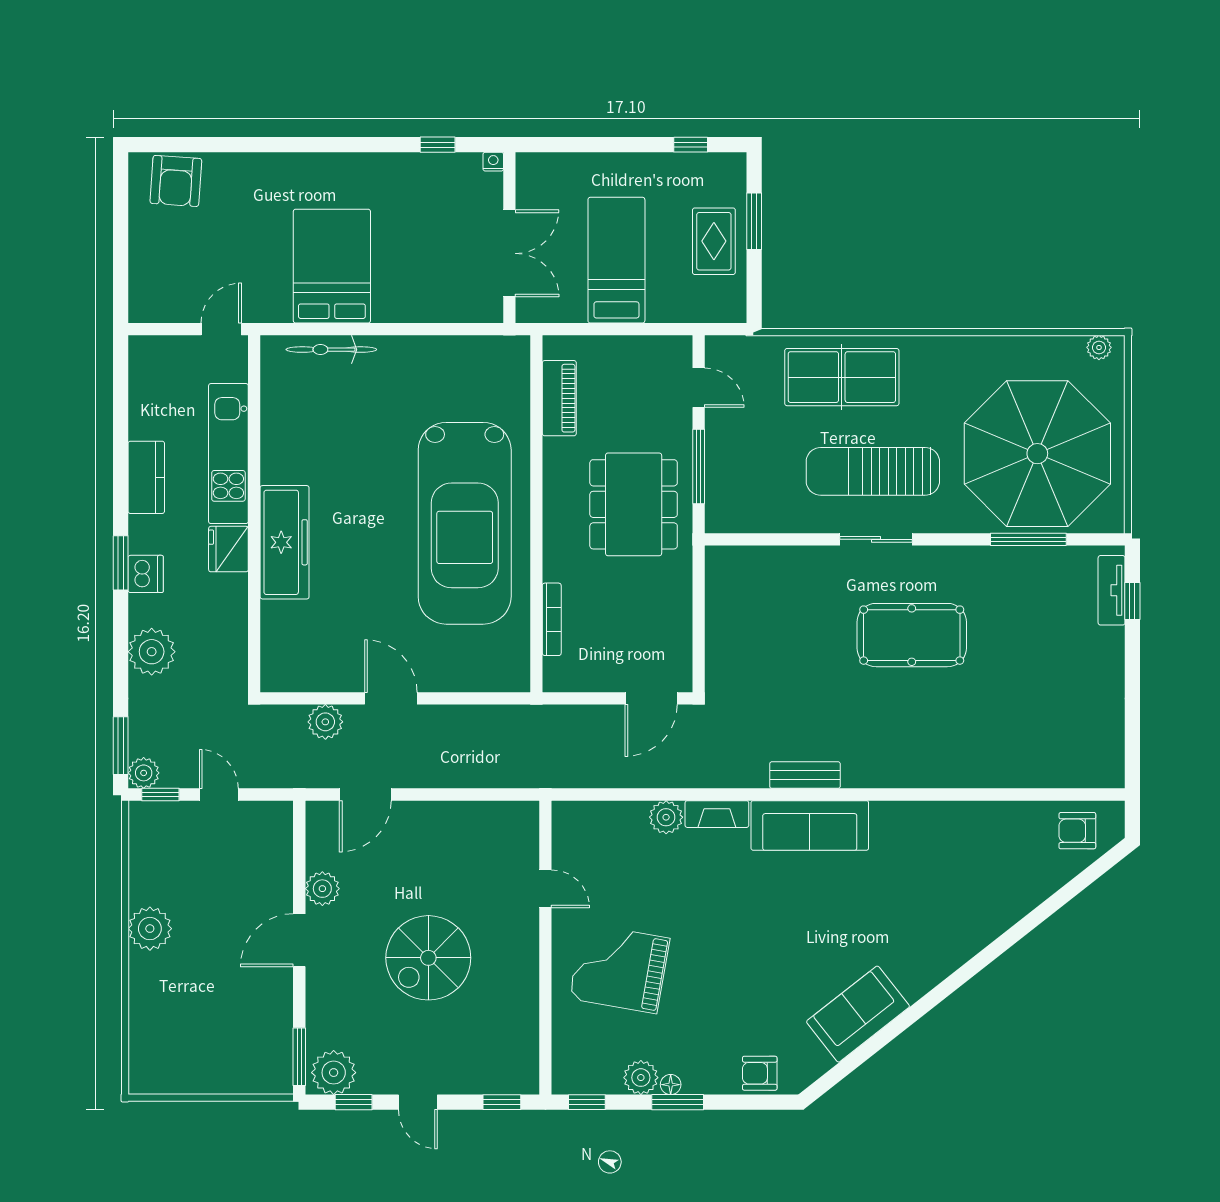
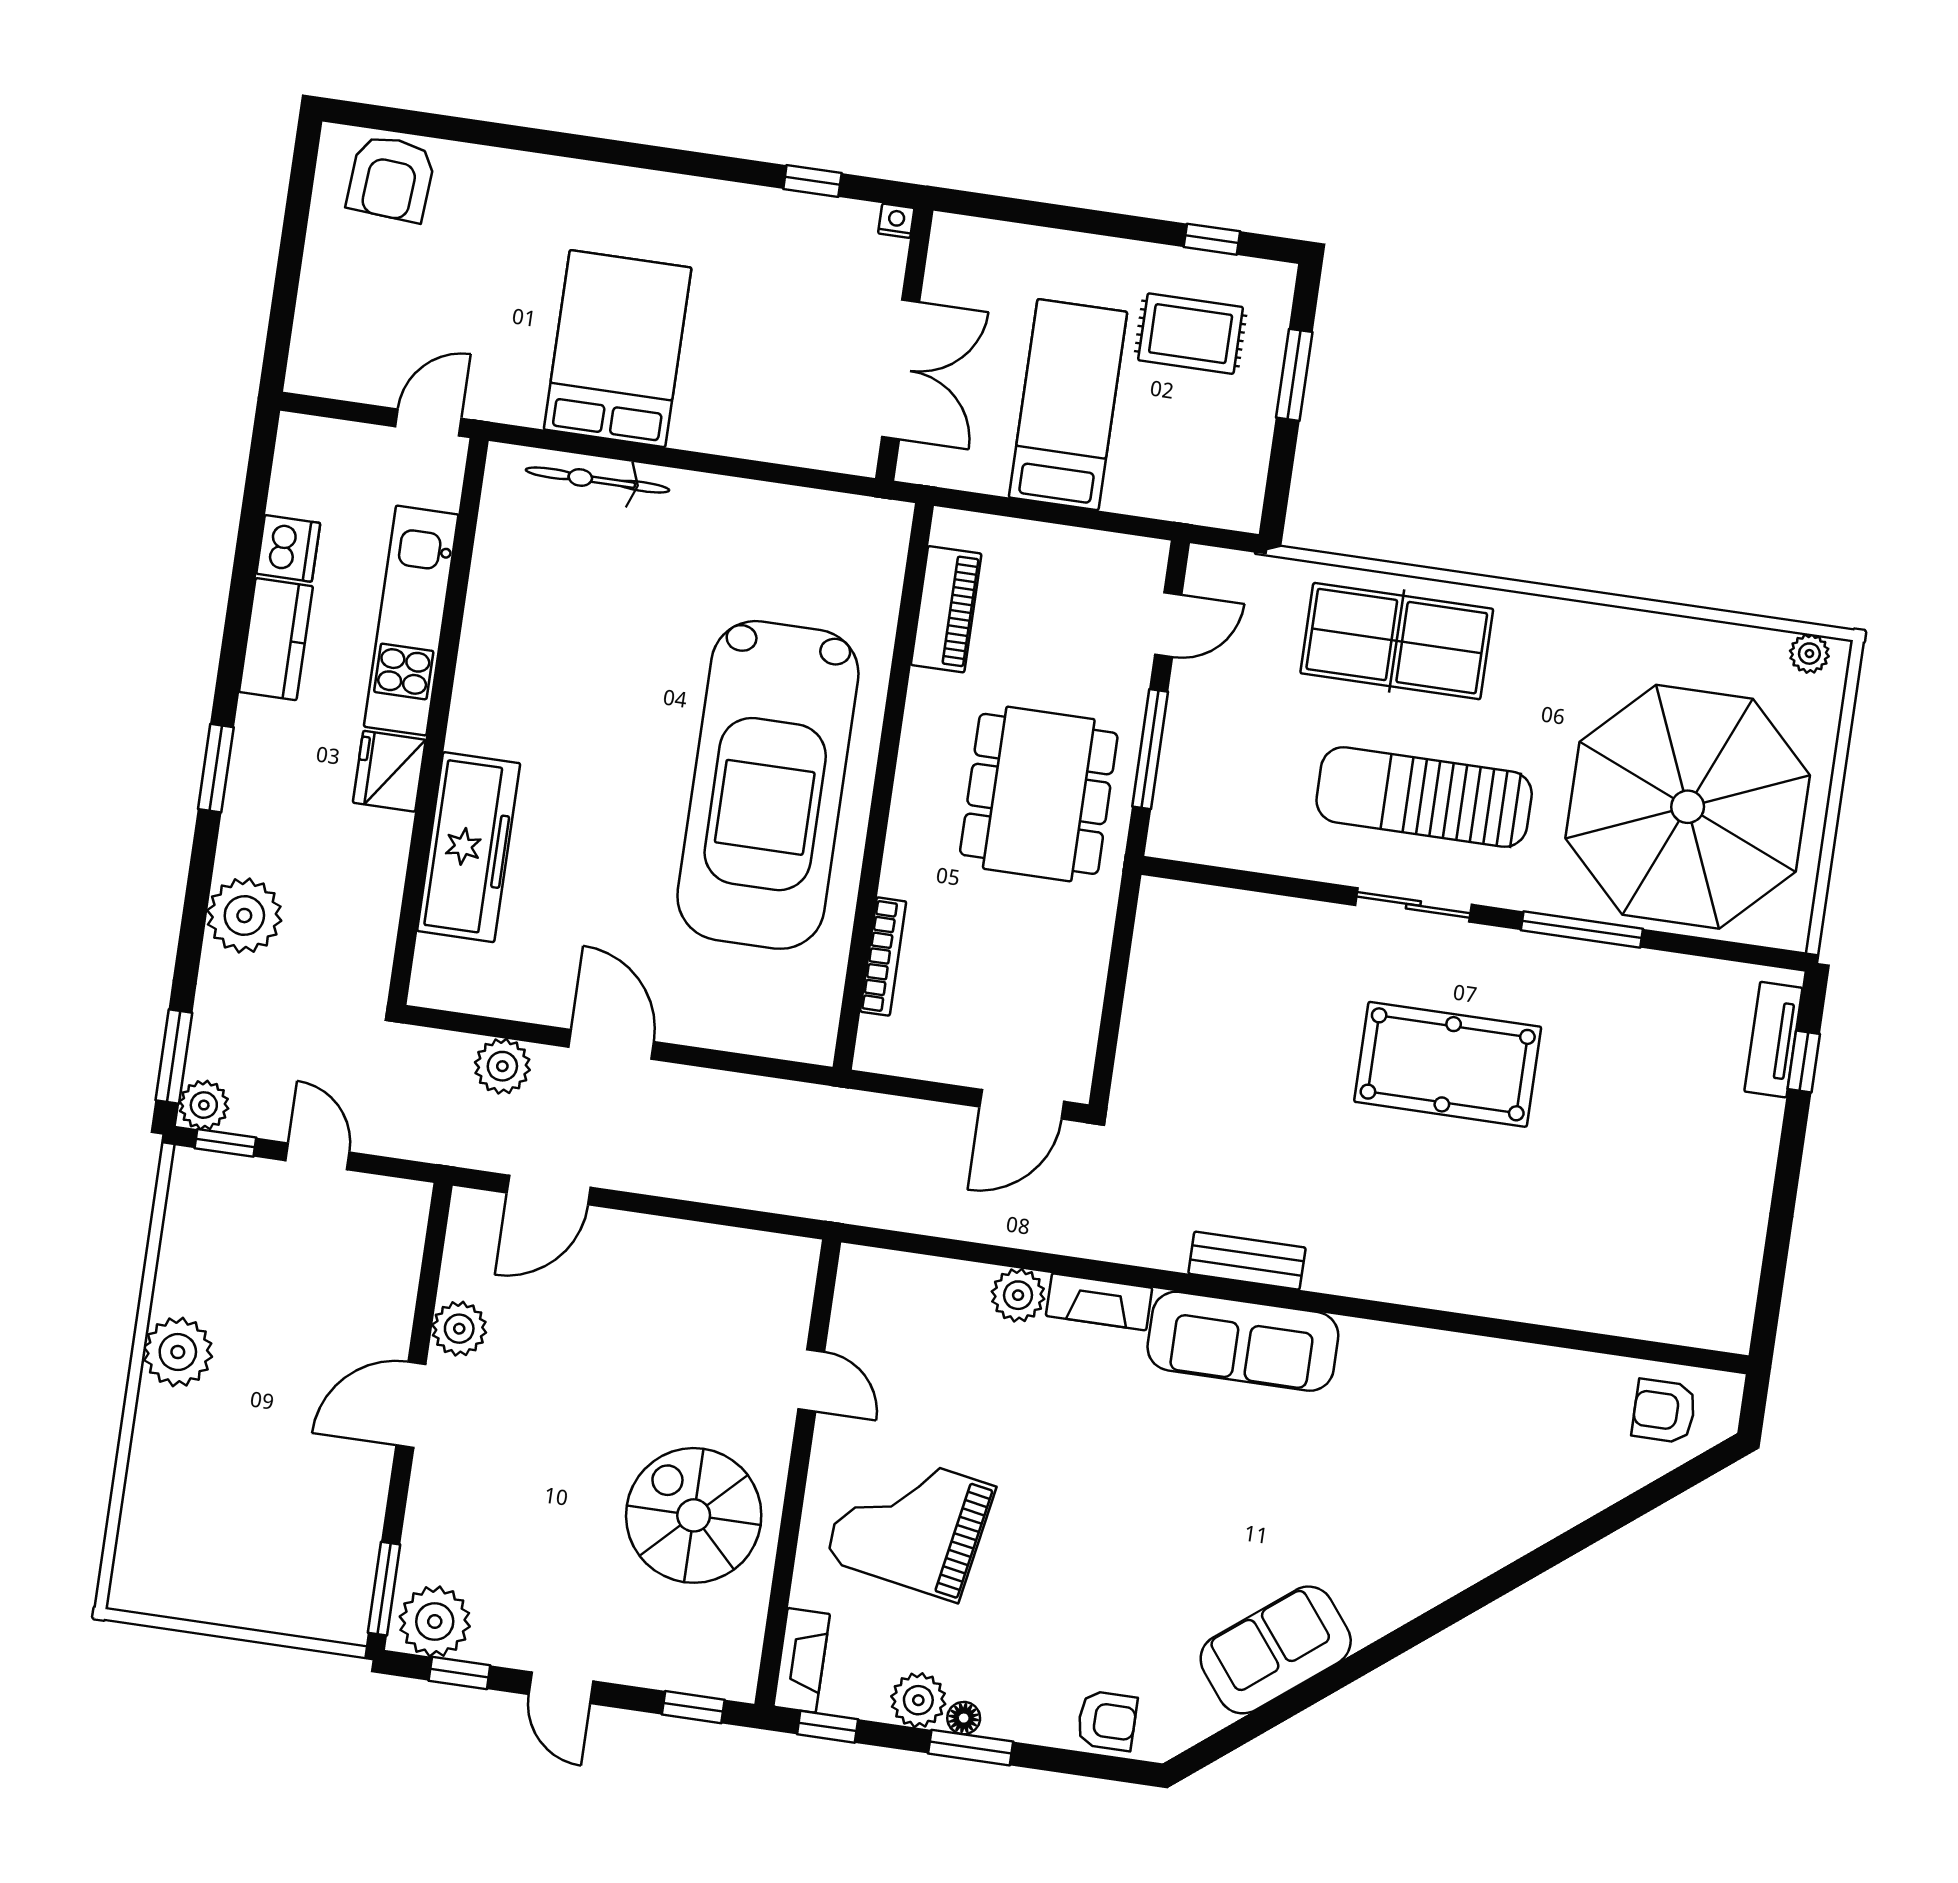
rug: (714, 241) -> (1191, 334), moved, turned 90
door: (699, 388) -> (1168, 625), hinge flipped
window: (1028, 539) -> (1582, 929), moved
freezer: (285, 542) -> (469, 847), moved
dishwasher: (146, 574) -> (288, 548), moved
spiral stairs: (428, 958) -> (694, 1515), moved, turned 90
fireplace: (565, 1063) -> (802, 1660), added
armchair: (760, 1073) -> (1107, 1721), turned 180

